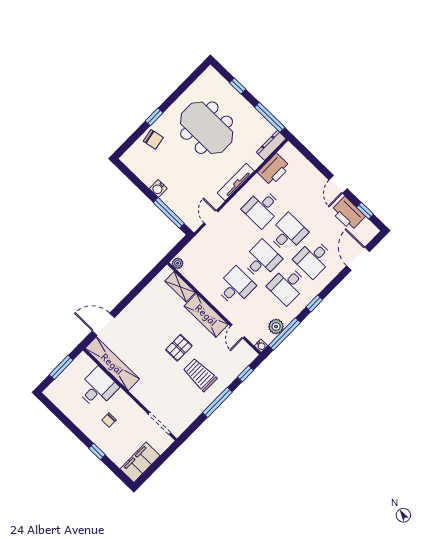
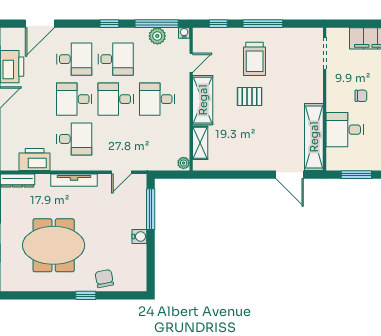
meeting table: (207, 128) -> (54, 245), turned 90

